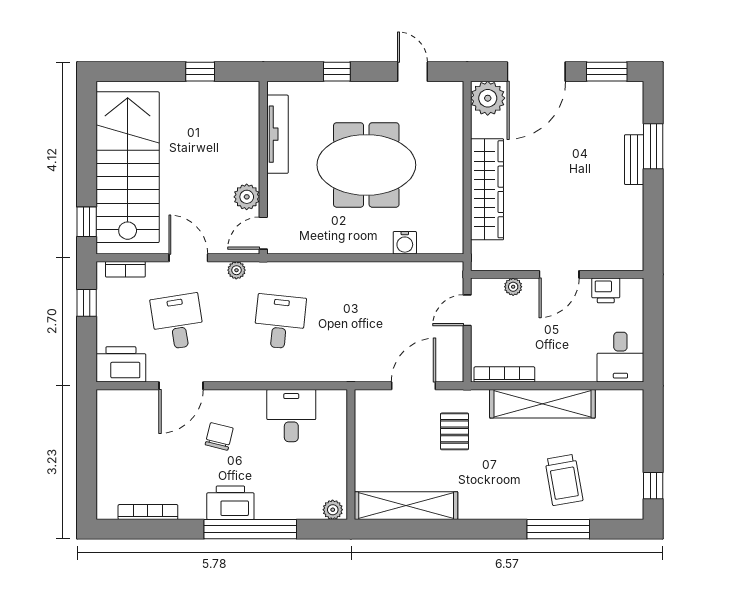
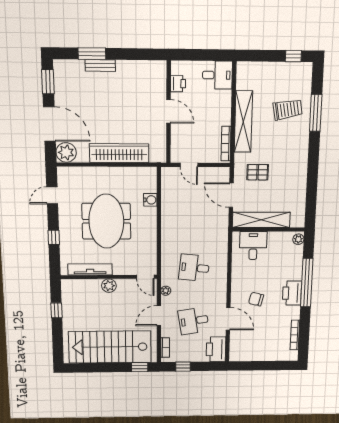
plant: (247, 197) -> (109, 286), moved
plant: (513, 287) -> (176, 138), removed
desk: (291, 416) -> (253, 246), moved, turned 90
shelving: (406, 506) -> (261, 220), moved, turned 90

